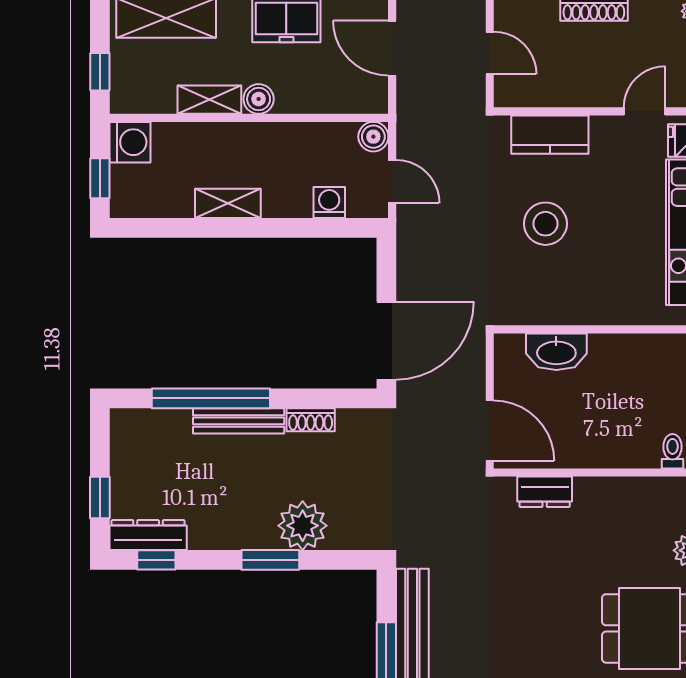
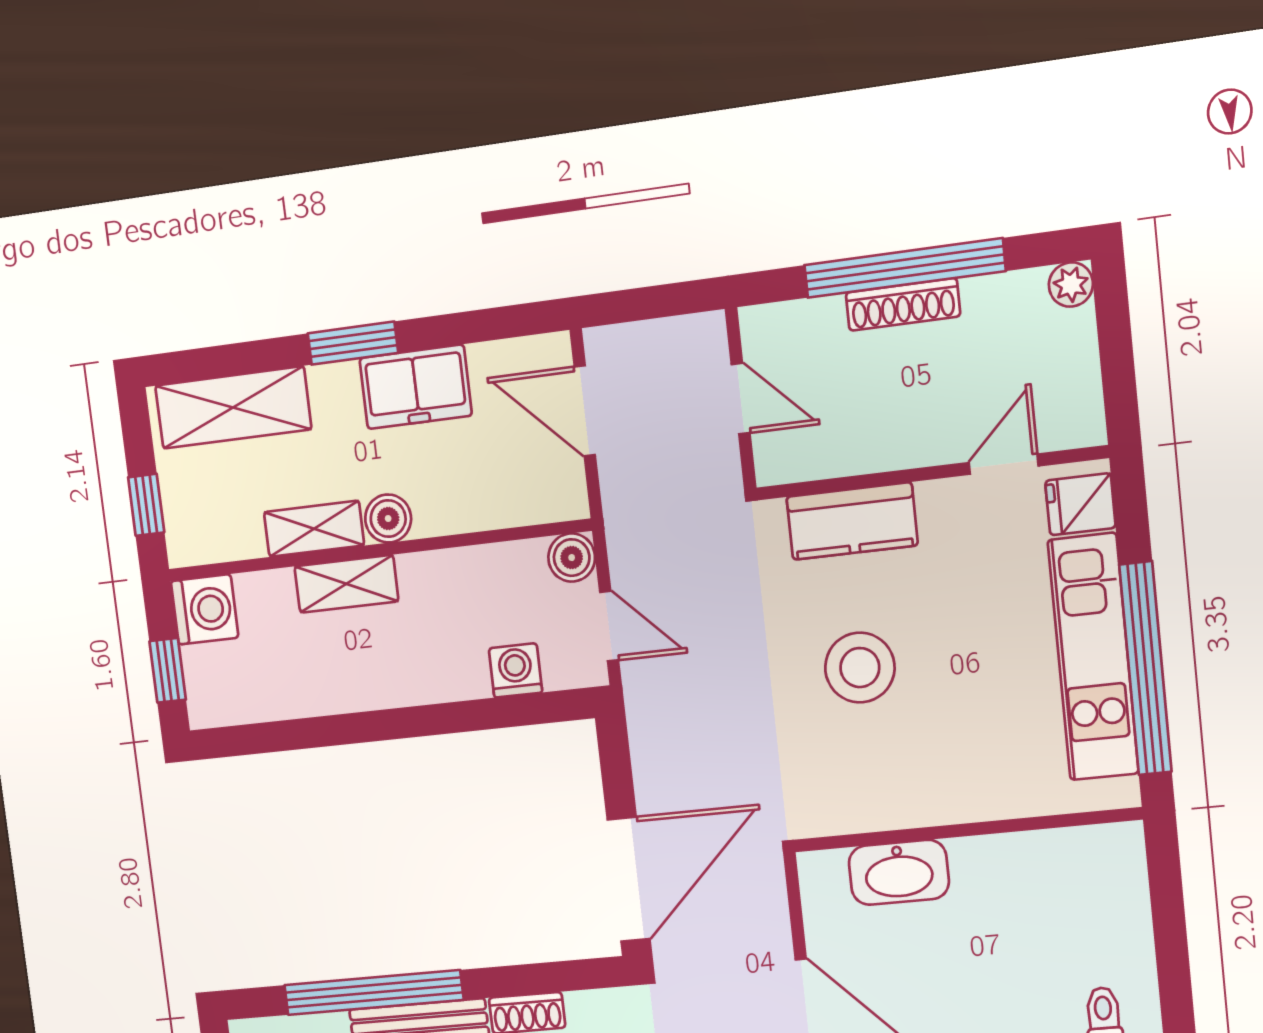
shelving: (228, 203) -> (346, 584), moved

